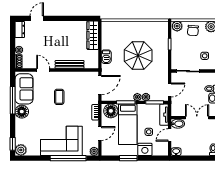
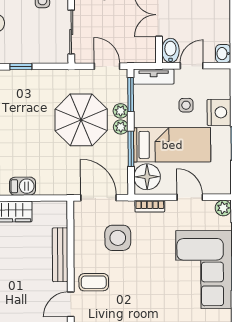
parasol: (138, 56) -> (81, 120), moved
barbecue: (106, 57) -> (23, 186), moved
side table: (78, 95) -> (118, 238), added
coffee table: (59, 97) -> (94, 282), moved
door: (170, 135) -> (192, 66), swing flipped

